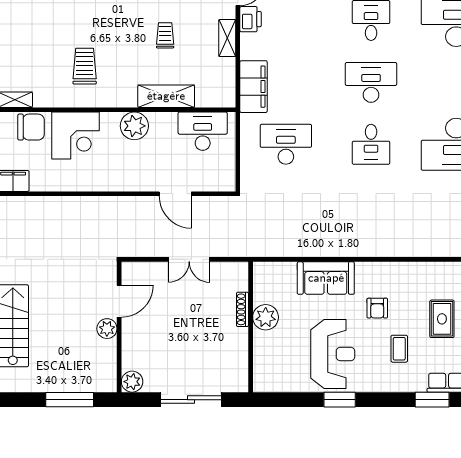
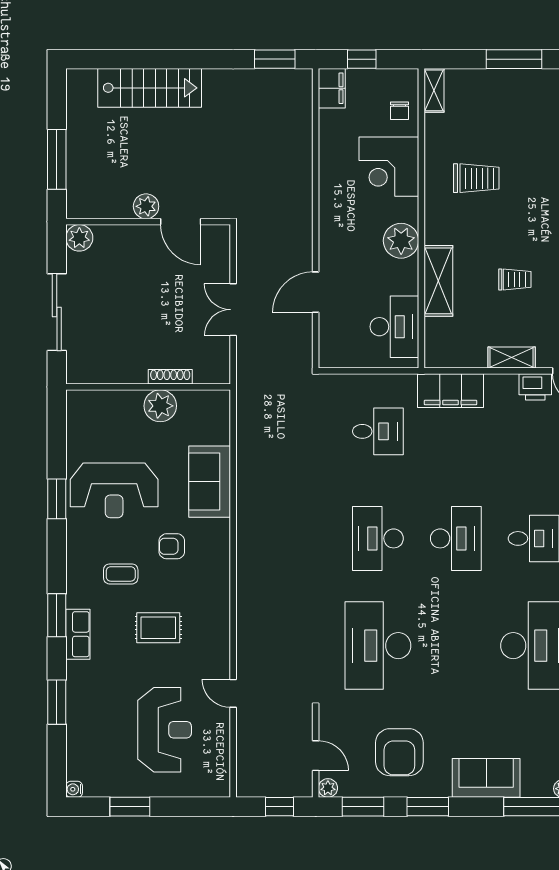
chair: (31, 127) -> (400, 111), width x0.54, depth x0.54
desk: (286, 144) -> (378, 431), width x0.73
desk: (371, 144) -> (378, 538), width x1.37

